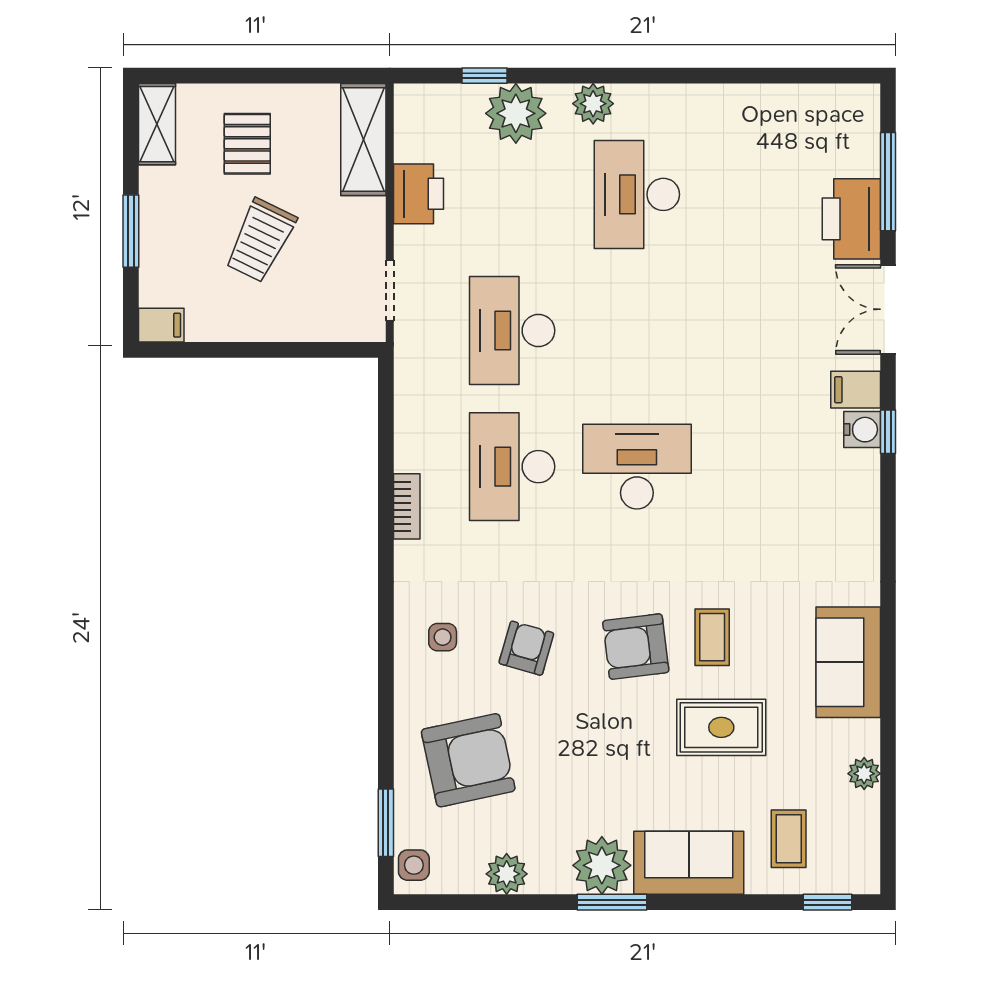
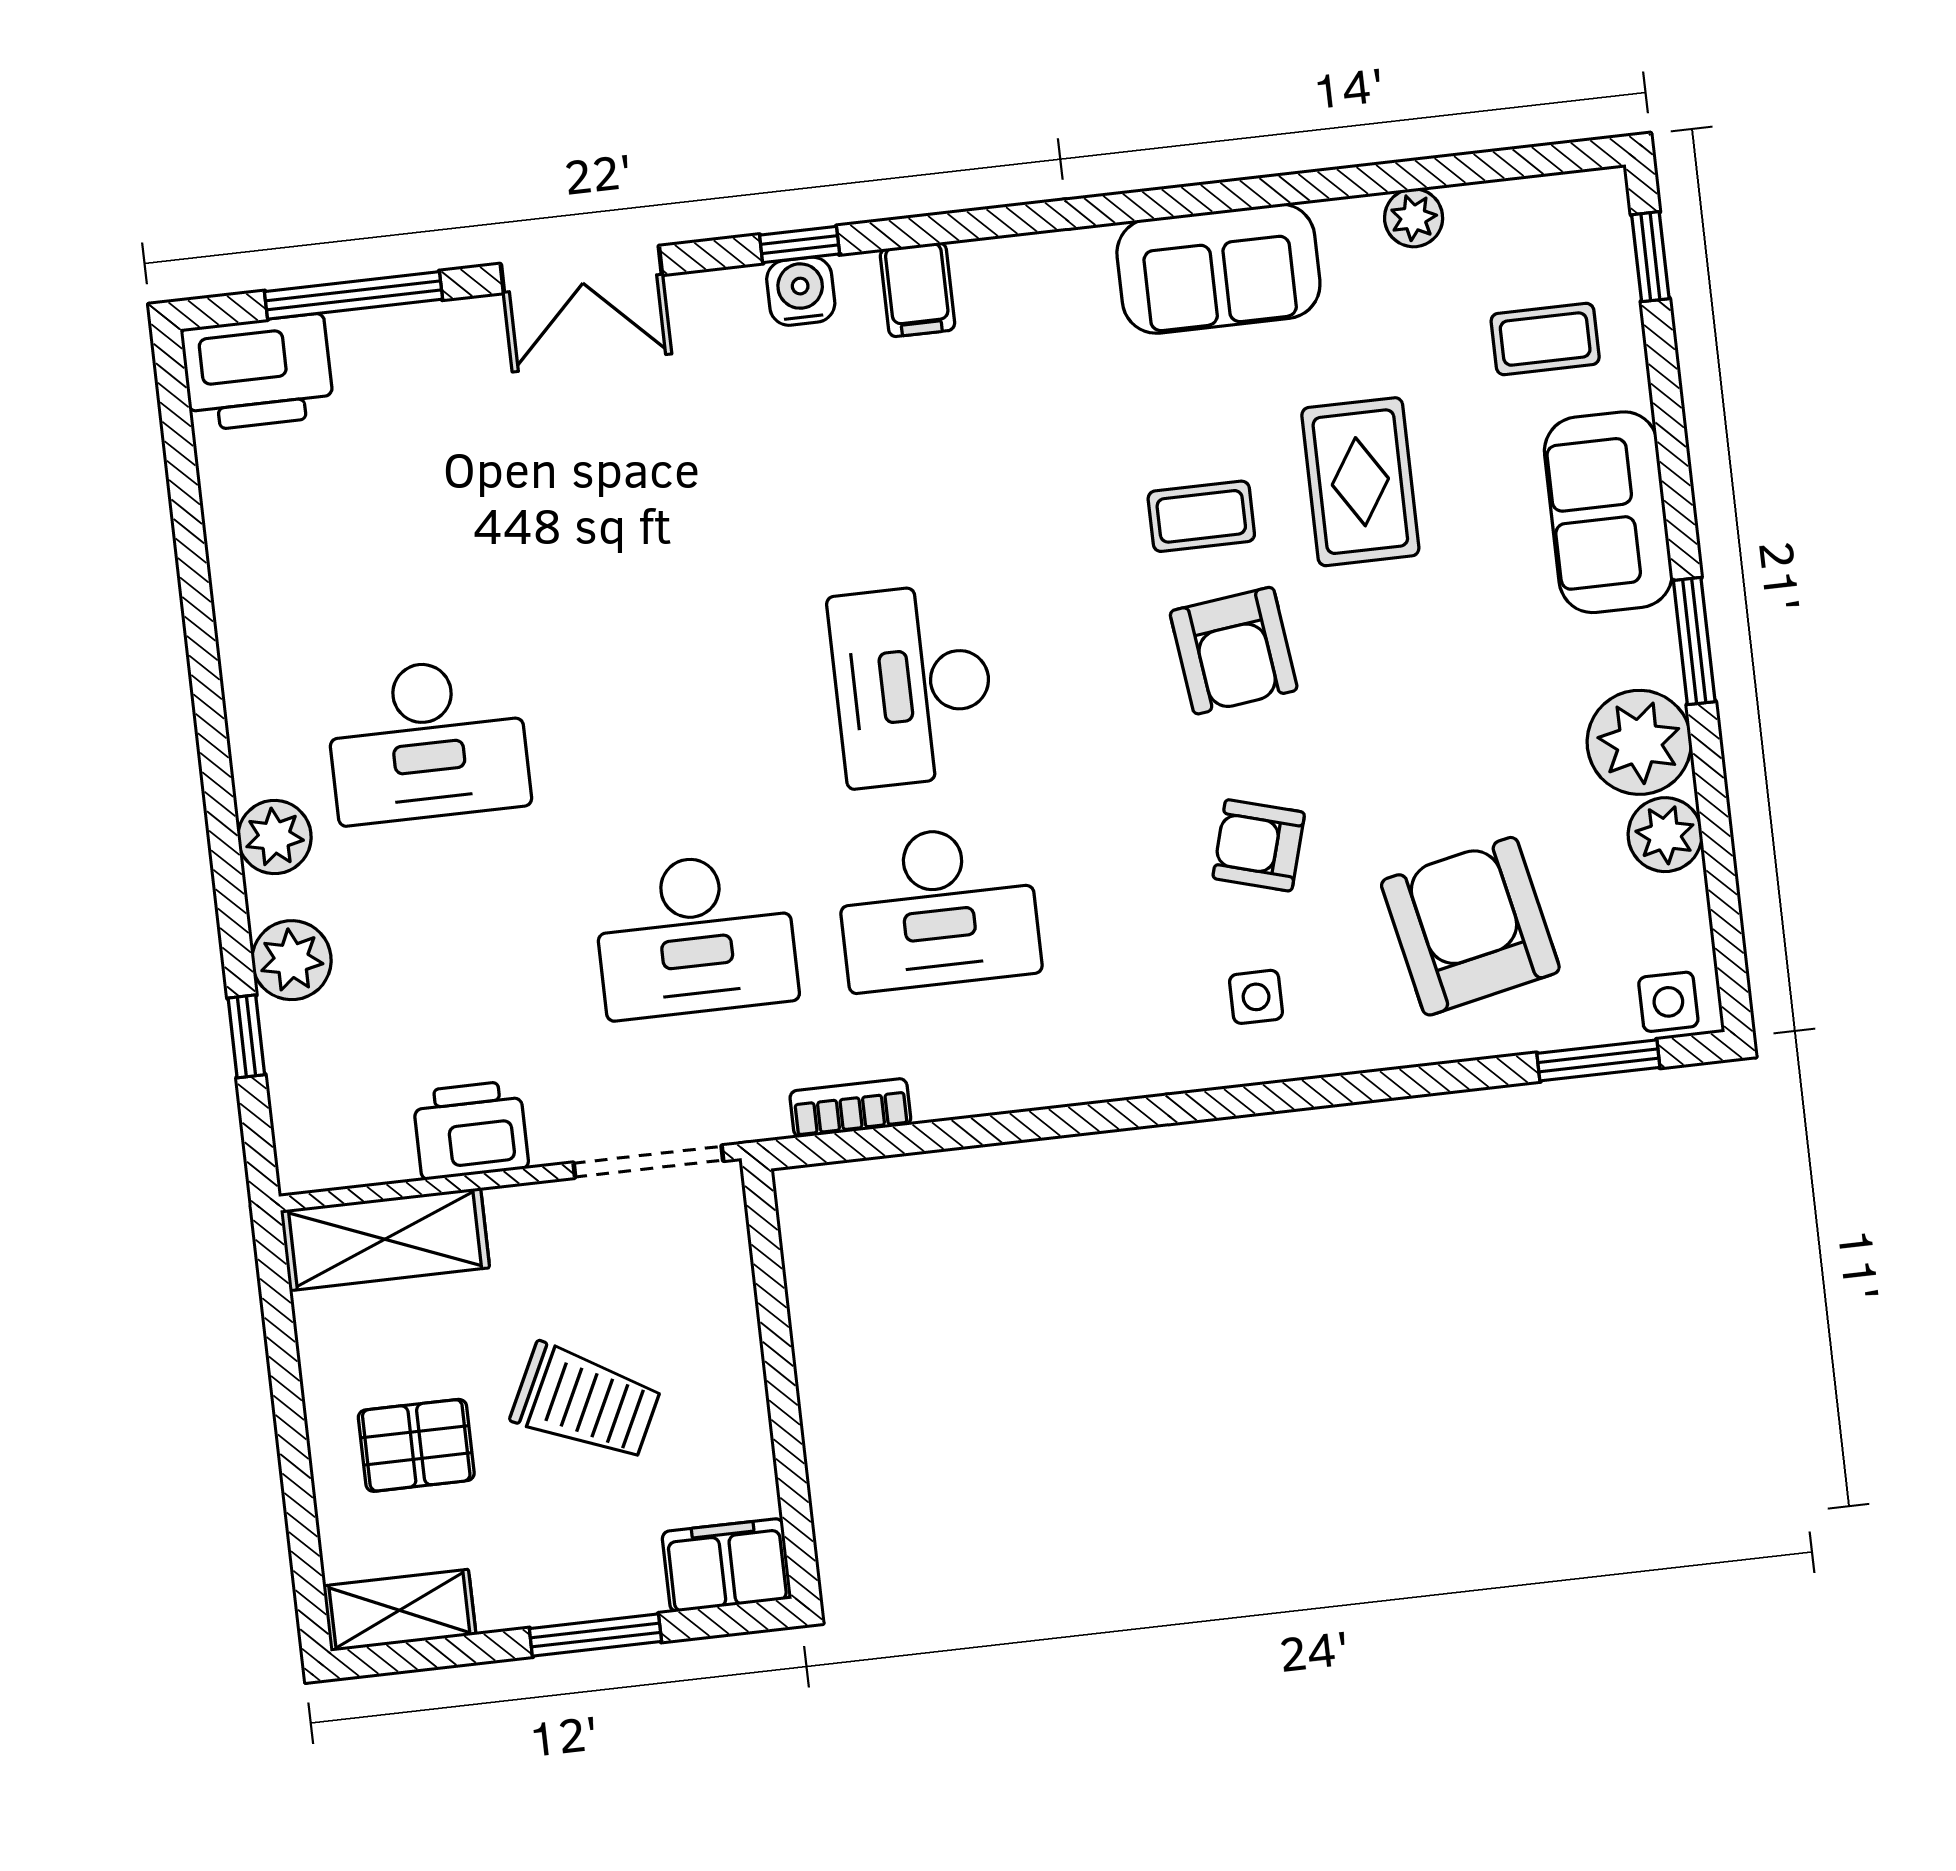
plant: (516, 113) -> (292, 960), width x0.73, depth x0.73
printer: (851, 219) -> (257, 373), moved
doorway: (390, 290) -> (648, 1162), width x1.38
filing cabinet: (161, 325) -> (727, 1565), width x2.00
filing cabinet: (856, 390) -> (917, 290), moved
bookcase: (407, 506) -> (850, 1108), moved
plant: (602, 865) -> (1639, 742), moved

